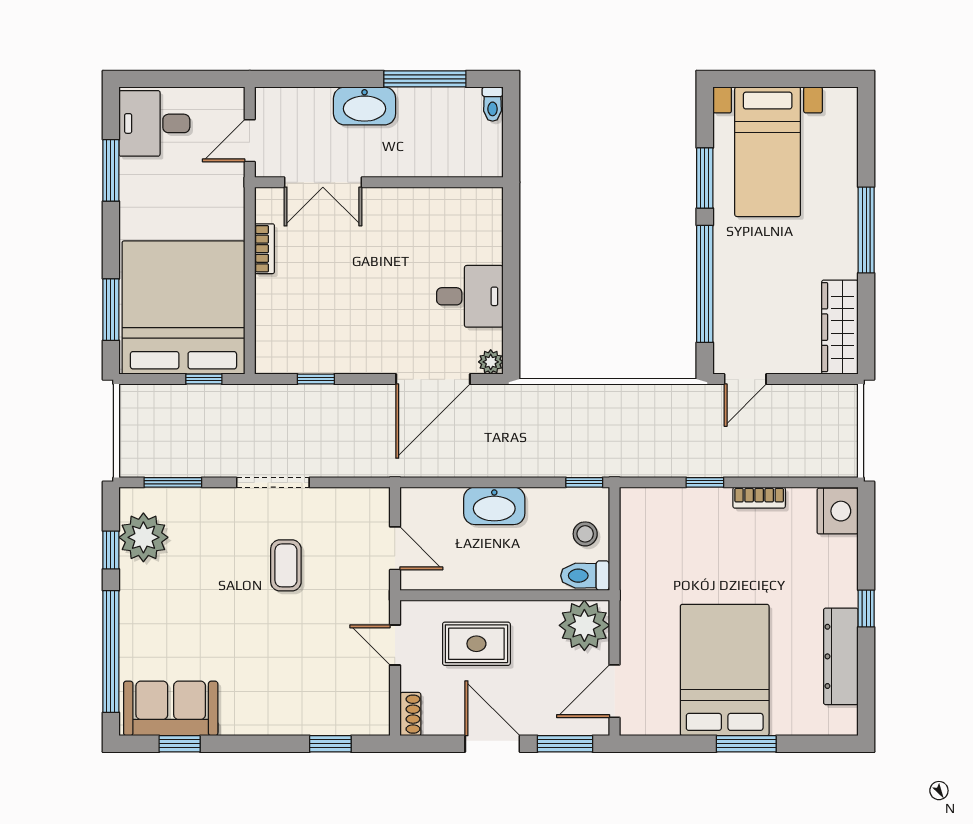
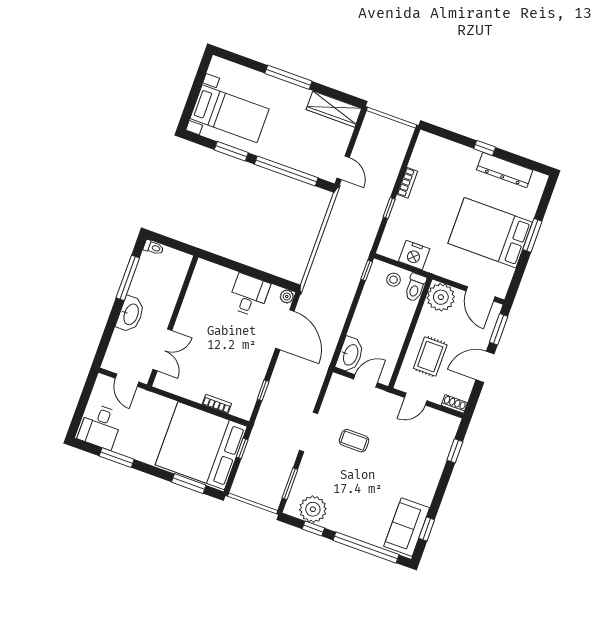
bookcase: (264, 249) -> (217, 404), moved
washbasin: (494, 506) -> (350, 355), moved
nightstand: (838, 511) -> (414, 255), moved, turned 180

